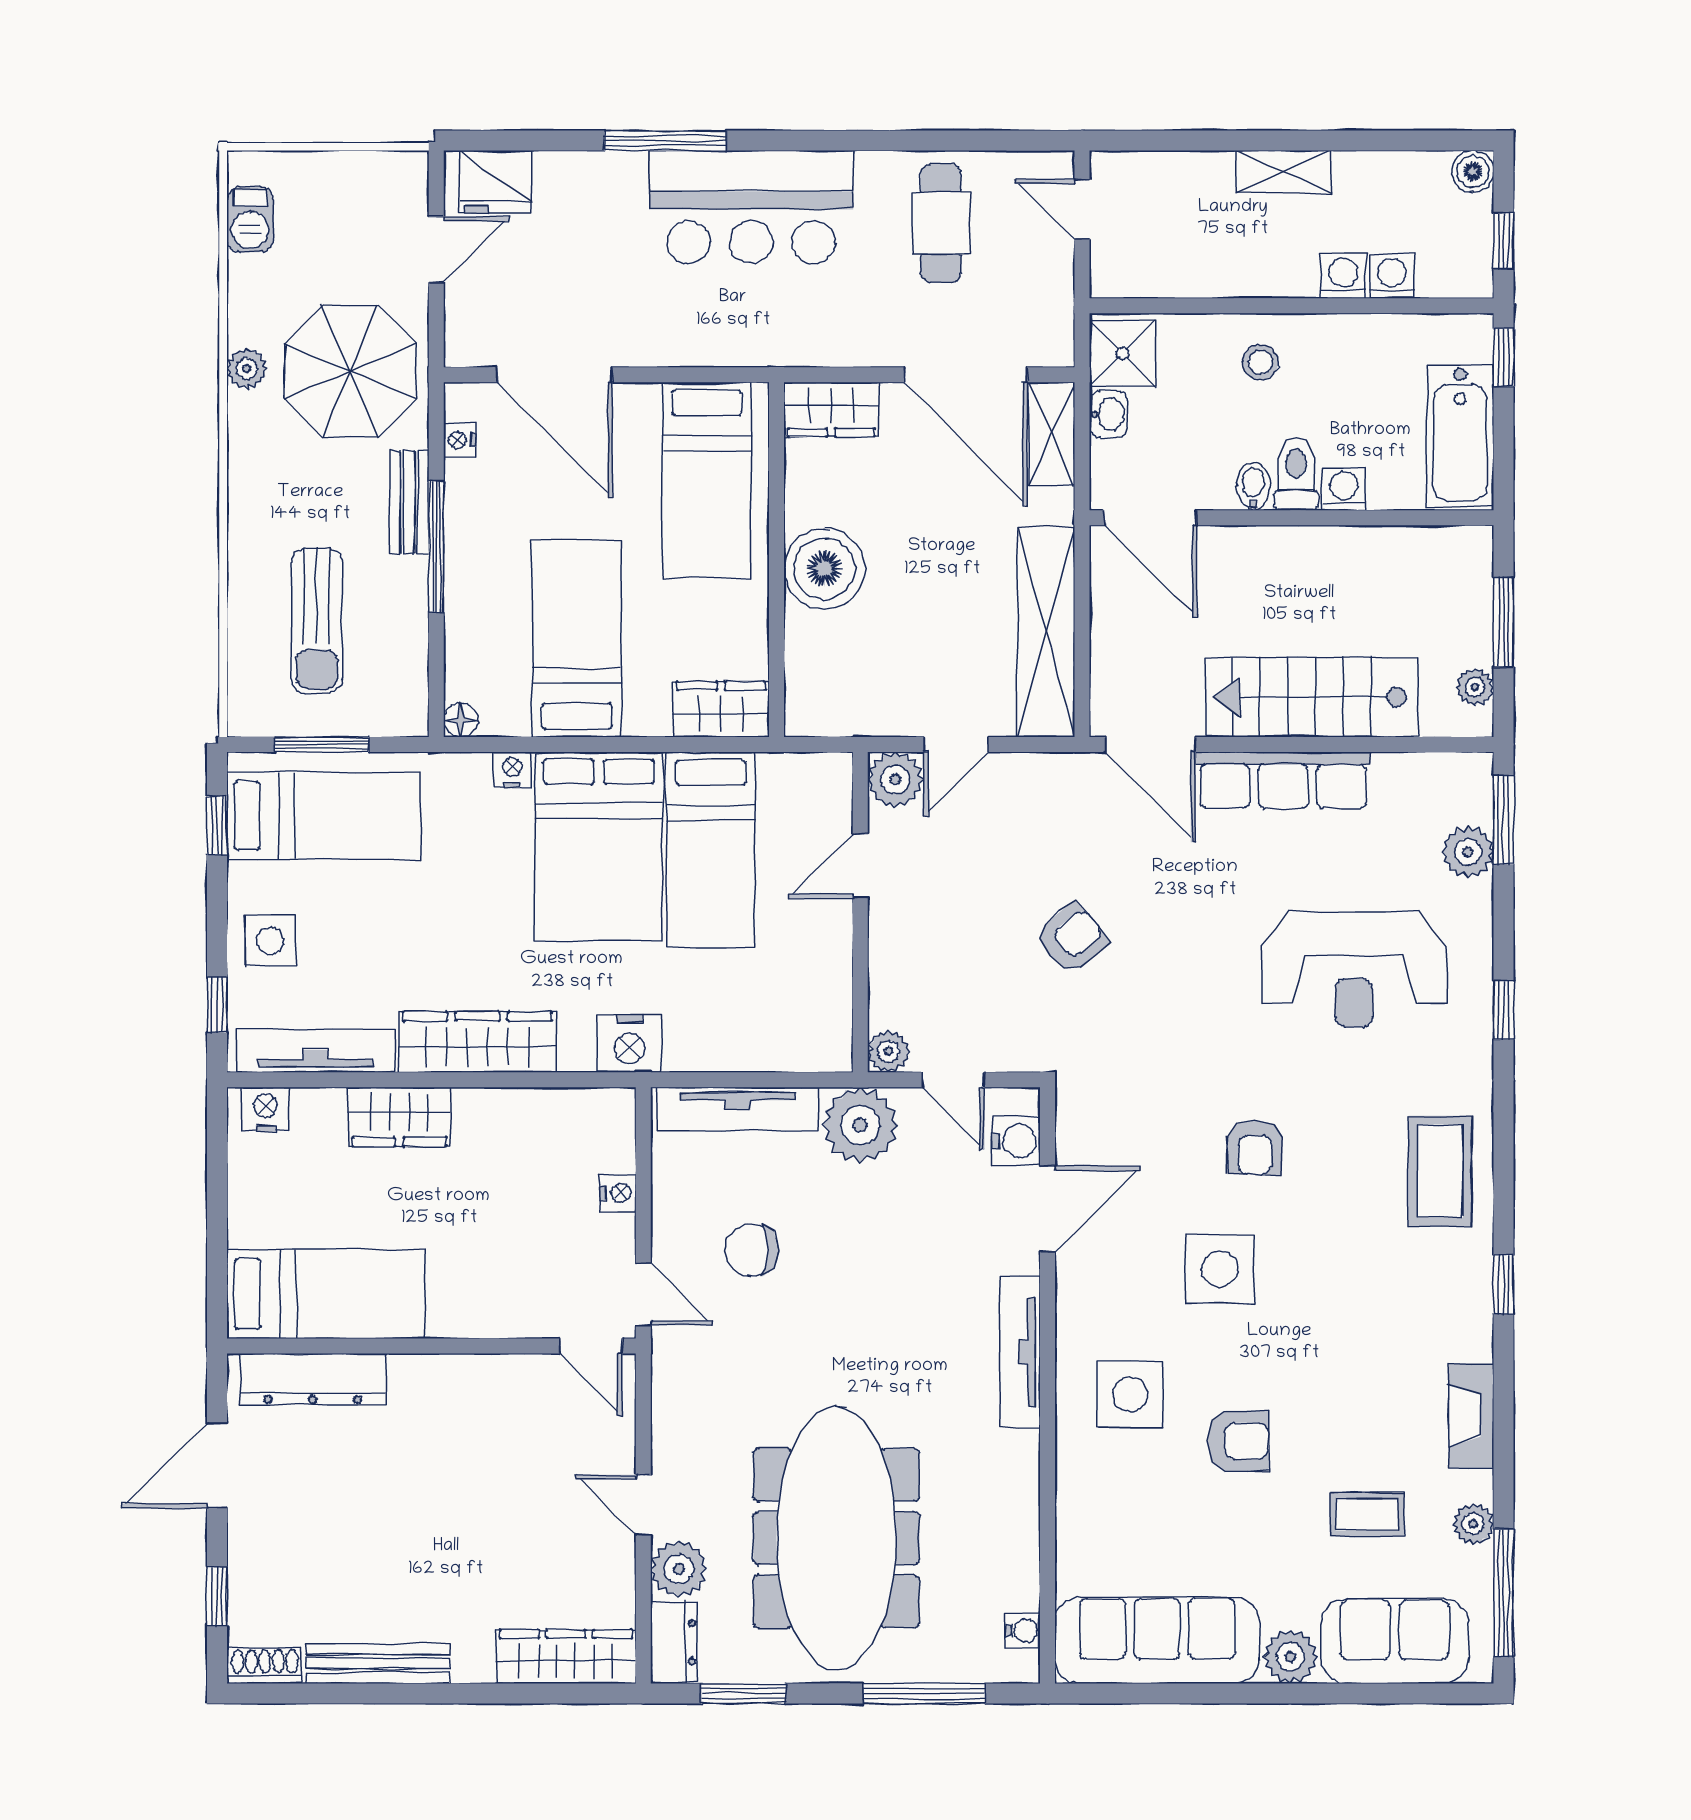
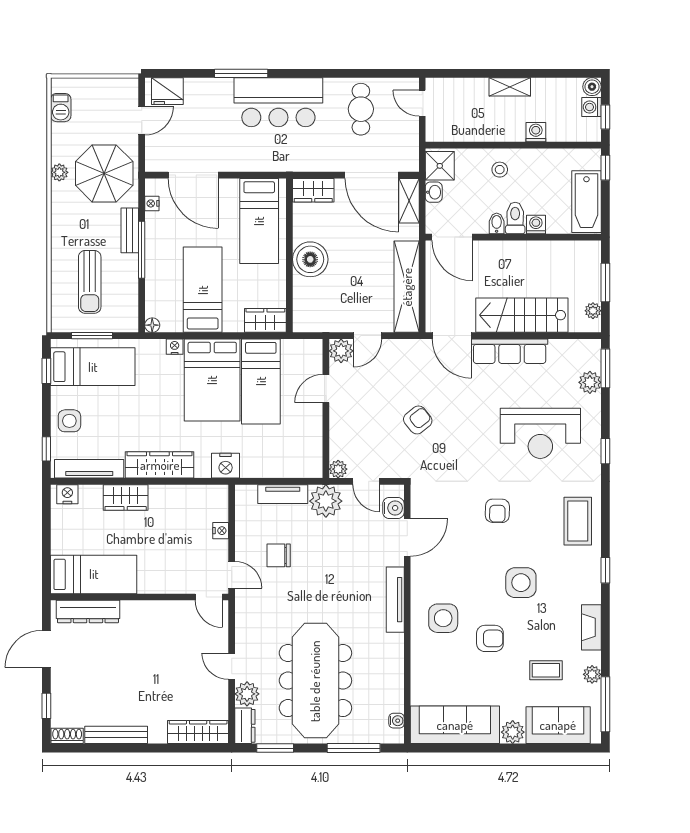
washing machine: (1392, 276) -> (591, 107), moved, turned -90
tv unit: (738, 1109) -> (283, 494), width x0.71
side table: (1220, 1269) -> (521, 583), moved

